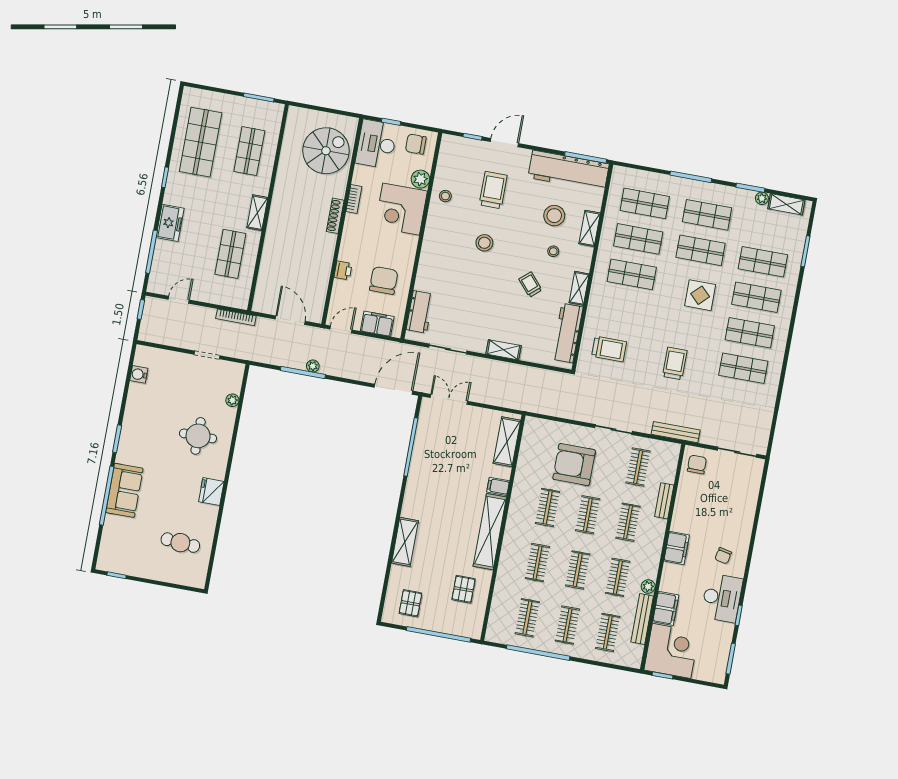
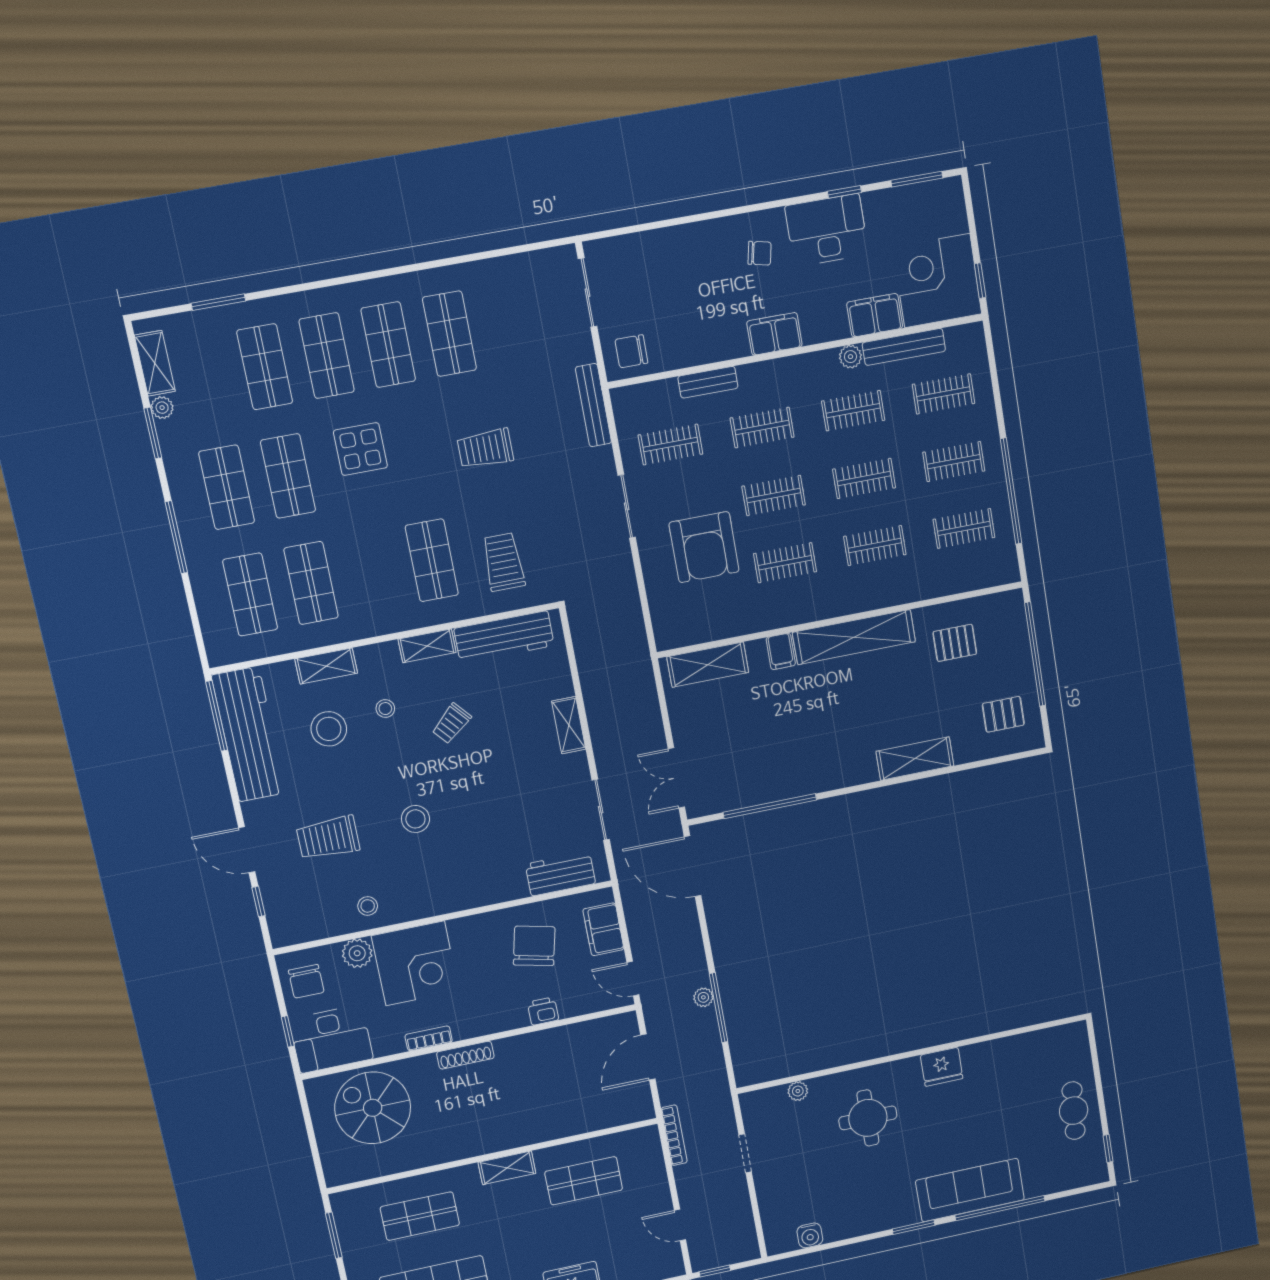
shop shelf: (632, 274) -> (432, 560), moved
chair: (384, 280) -> (534, 946), turned 103
sofa: (124, 490) -> (970, 1190), width x1.36
cafe table: (180, 543) -> (1074, 1111), moved

